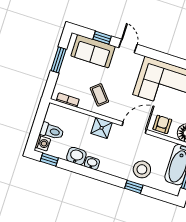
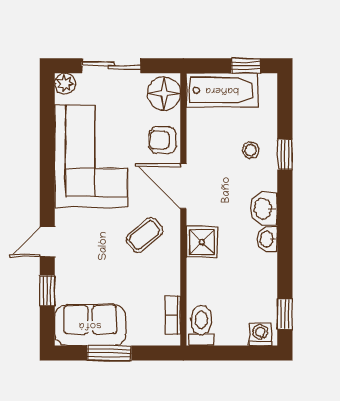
sofa: (93, 51) -> (90, 325), moved, turned -90
coffee table: (99, 95) -> (144, 235), moved
toilet: (52, 131) -> (201, 325), moved
washbasin: (76, 156) -> (264, 209), moved
stool: (142, 169) -> (251, 150), width x0.53, depth x0.53

